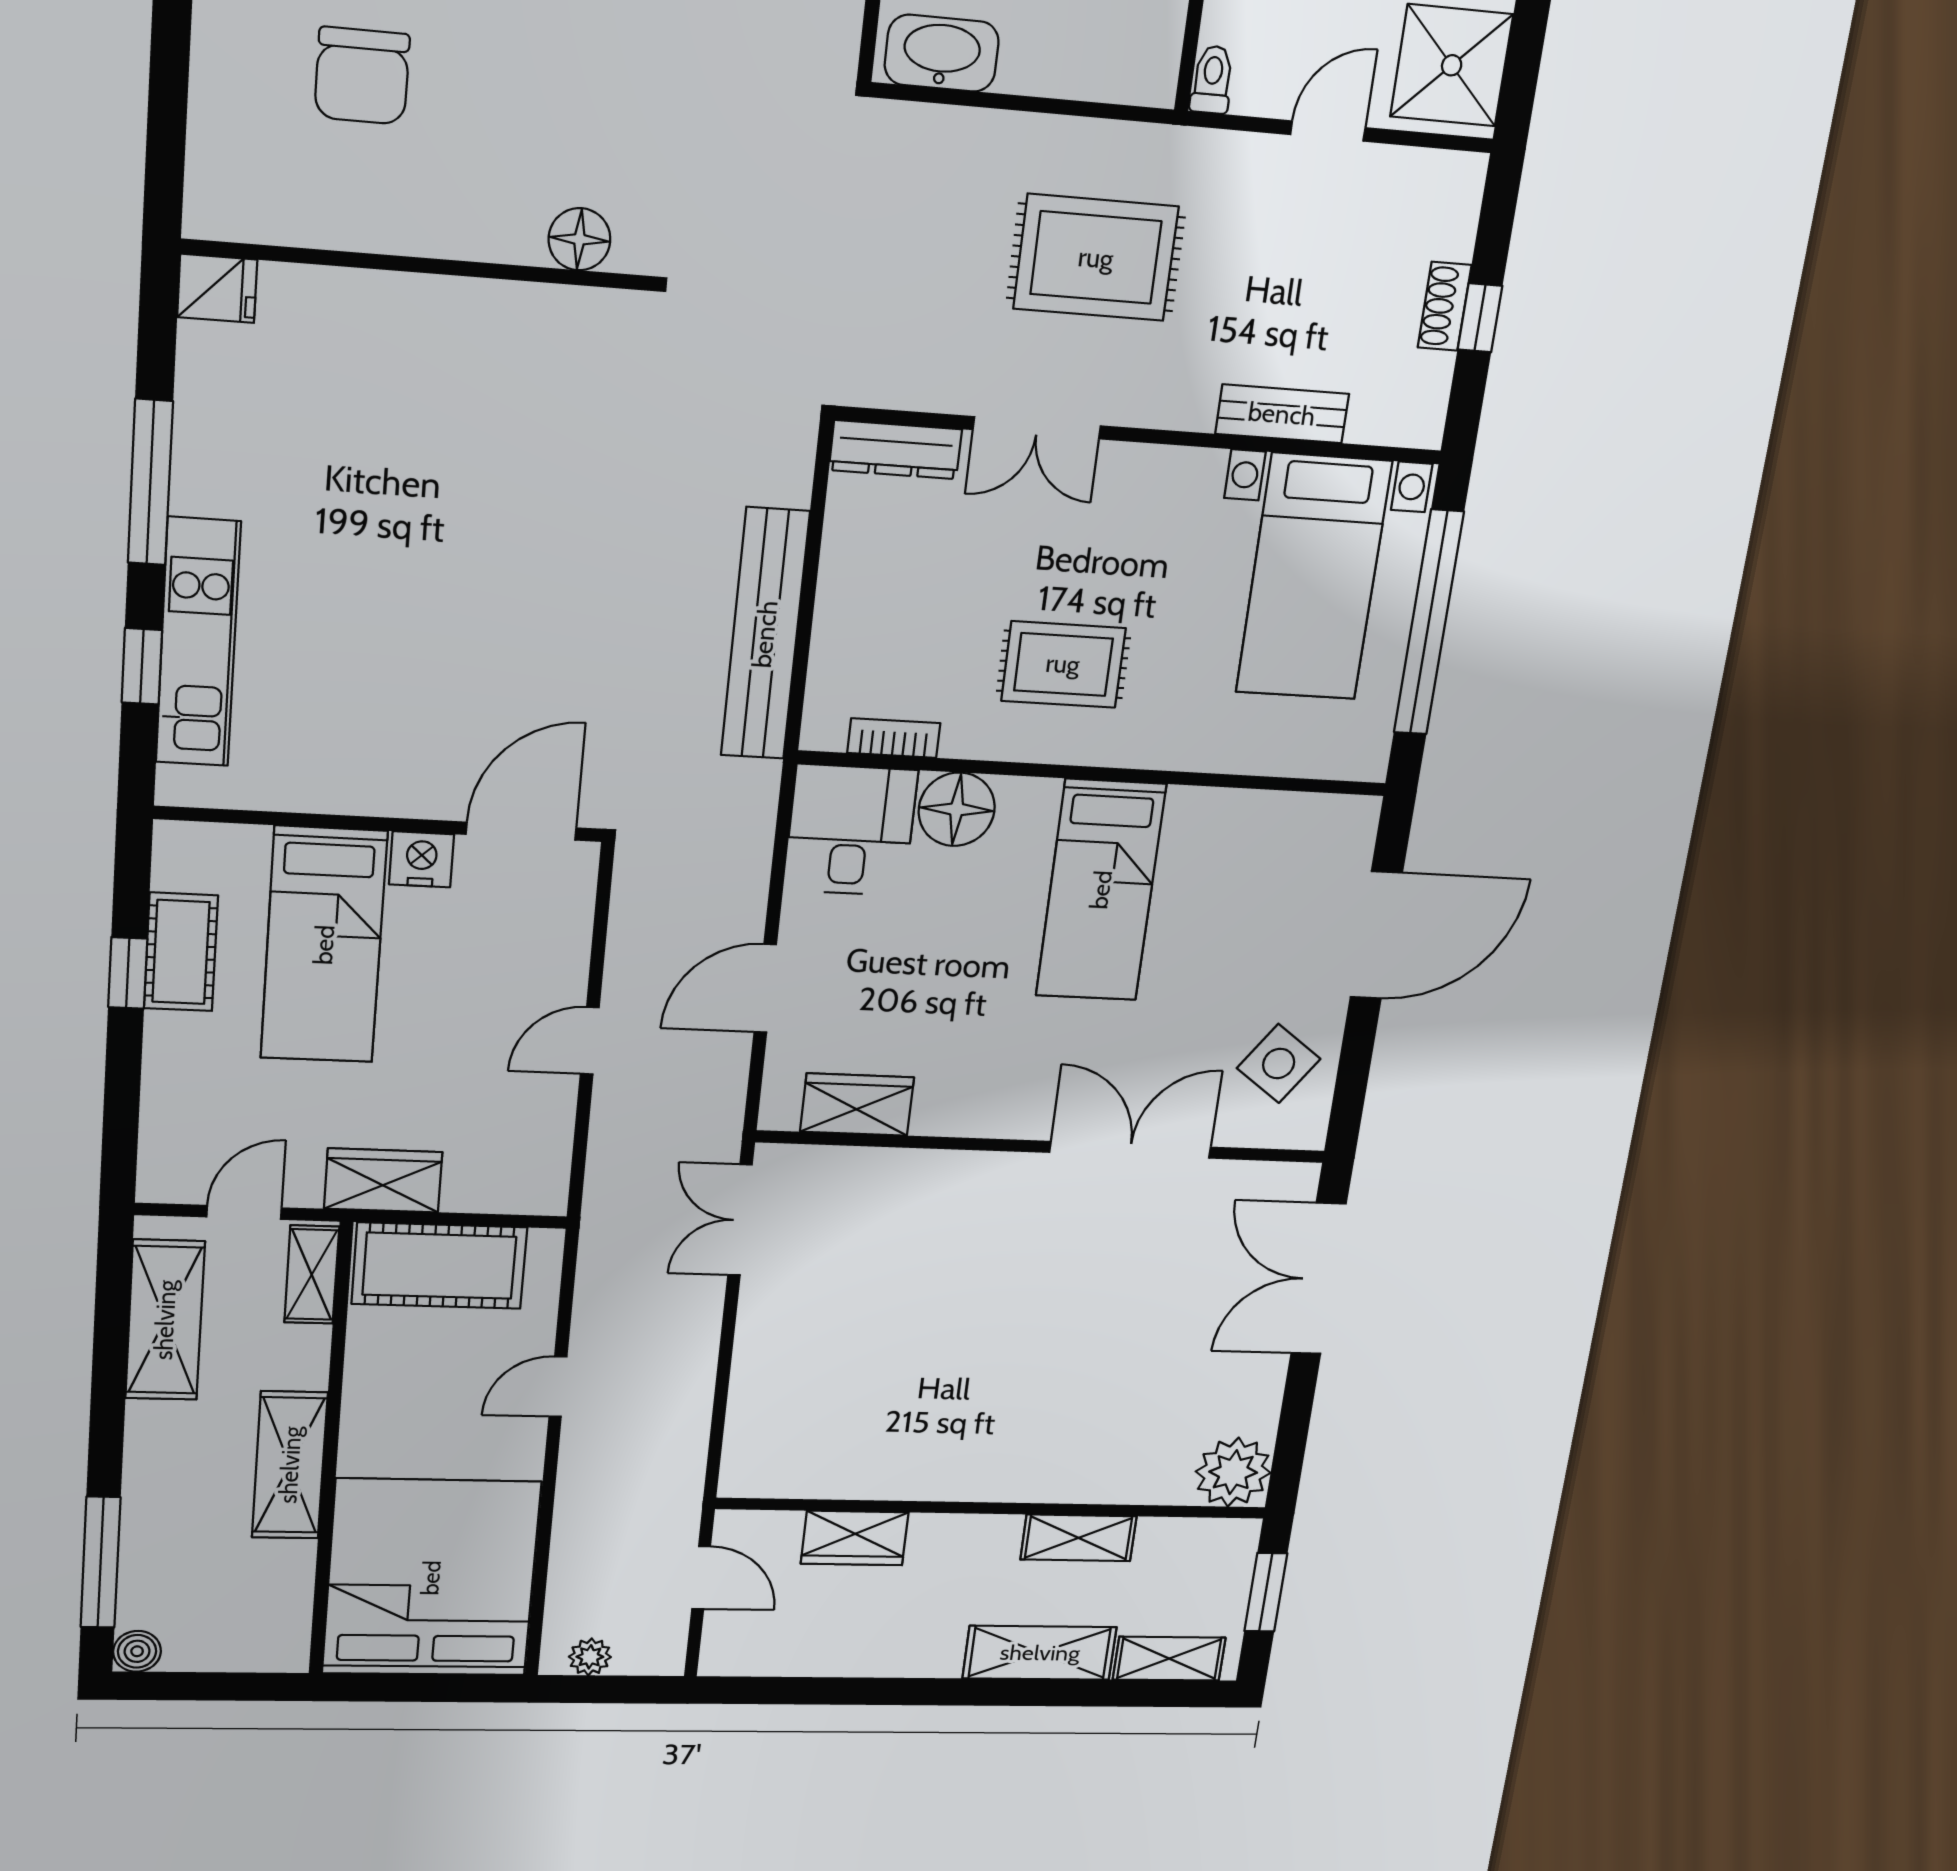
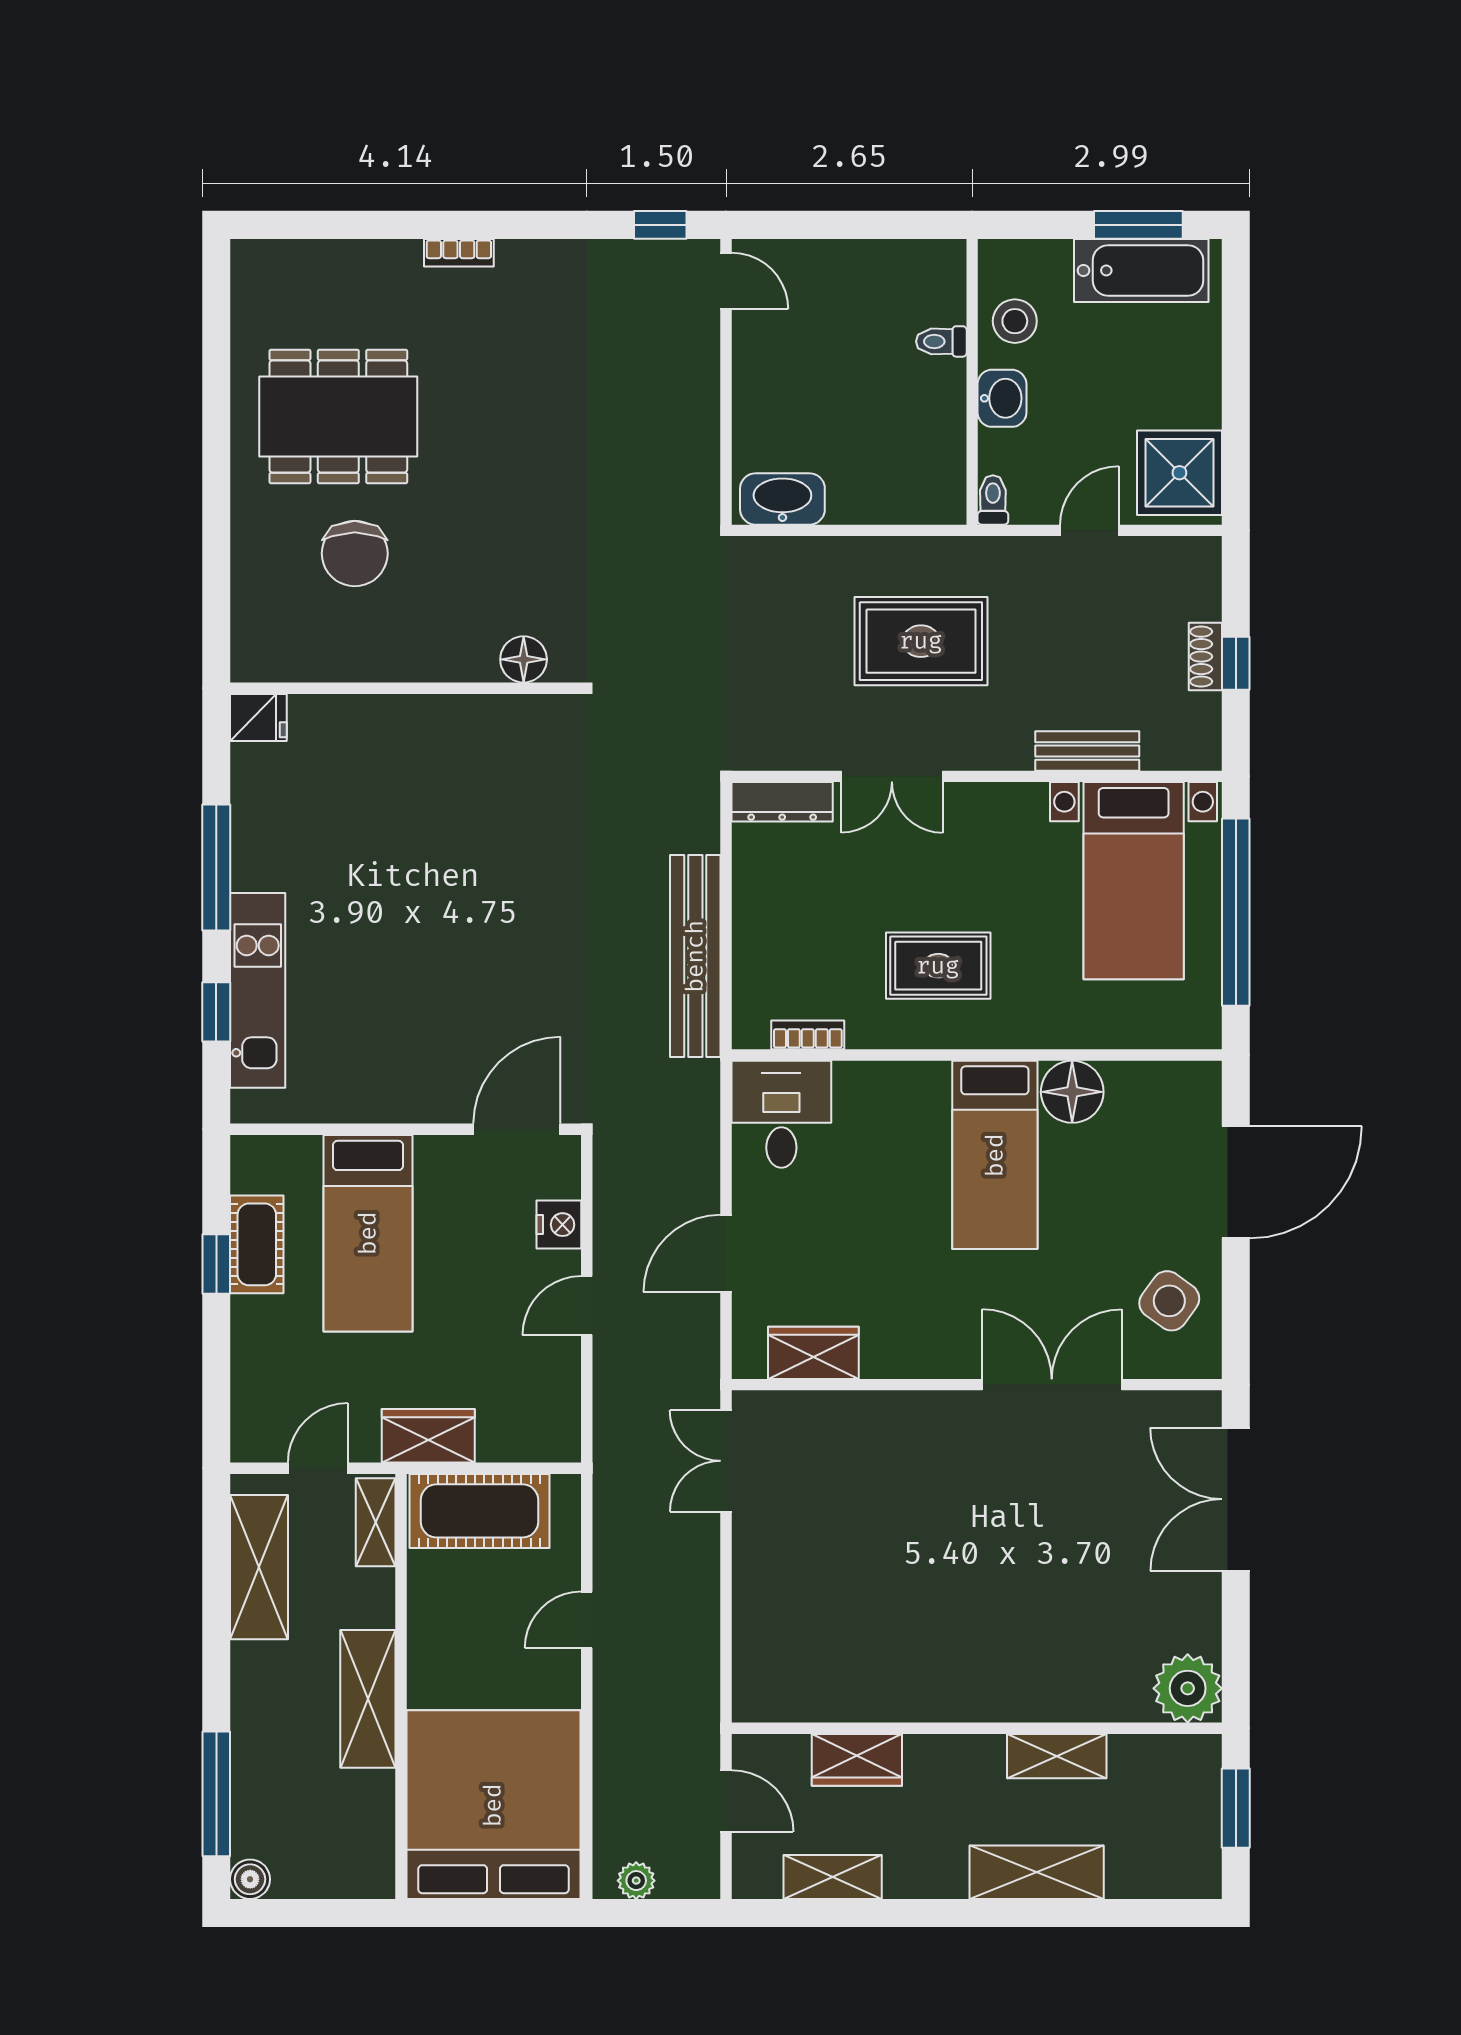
floor lamp: (957, 809) -> (1072, 1092), moved
nightstand: (422, 859) -> (559, 1225), moved, turned 90
shelving: (1169, 1659) -> (833, 1877), moved

